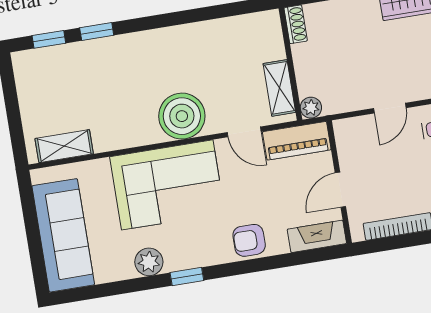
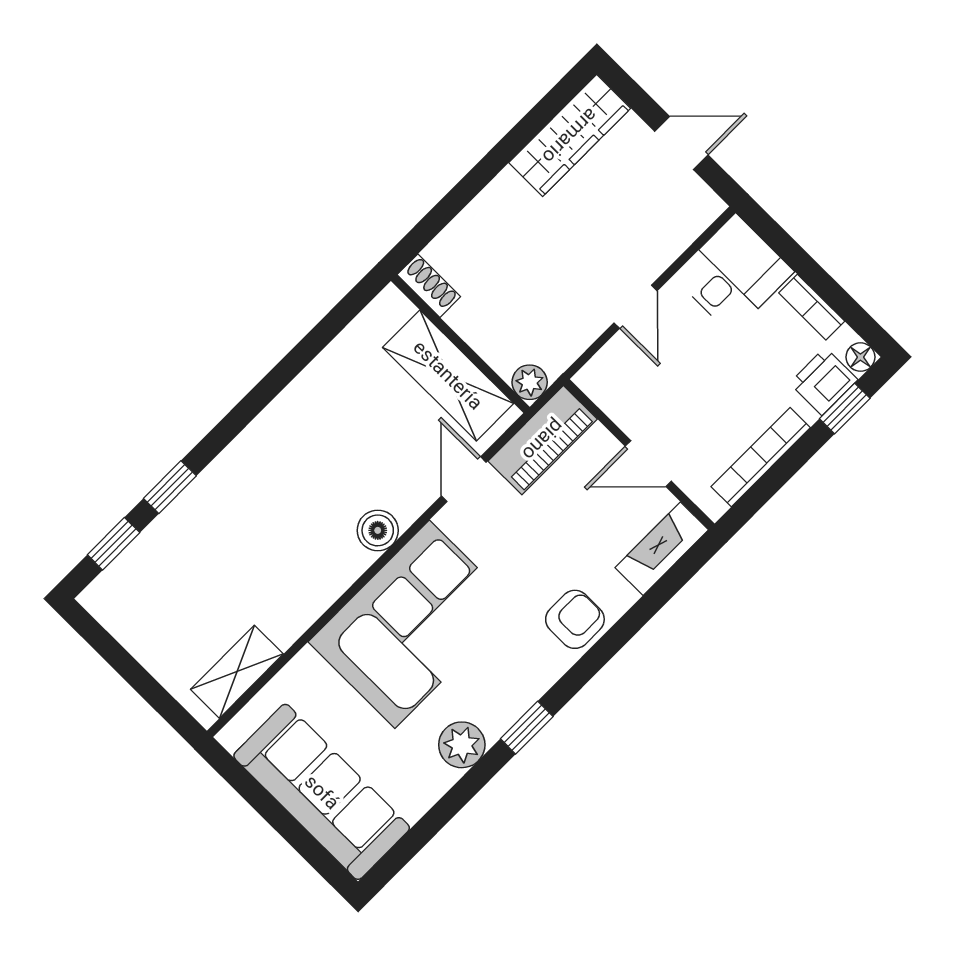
shelving: (279, 88) -> (448, 375), width x1.50, depth x1.33
boiler: (182, 116) -> (378, 530), width x0.54, depth x0.54
door: (244, 132) -> (464, 479), swing flipped
door: (340, 190) -> (648, 464), hinge flipped
armchair: (249, 240) -> (575, 619), turned 180

